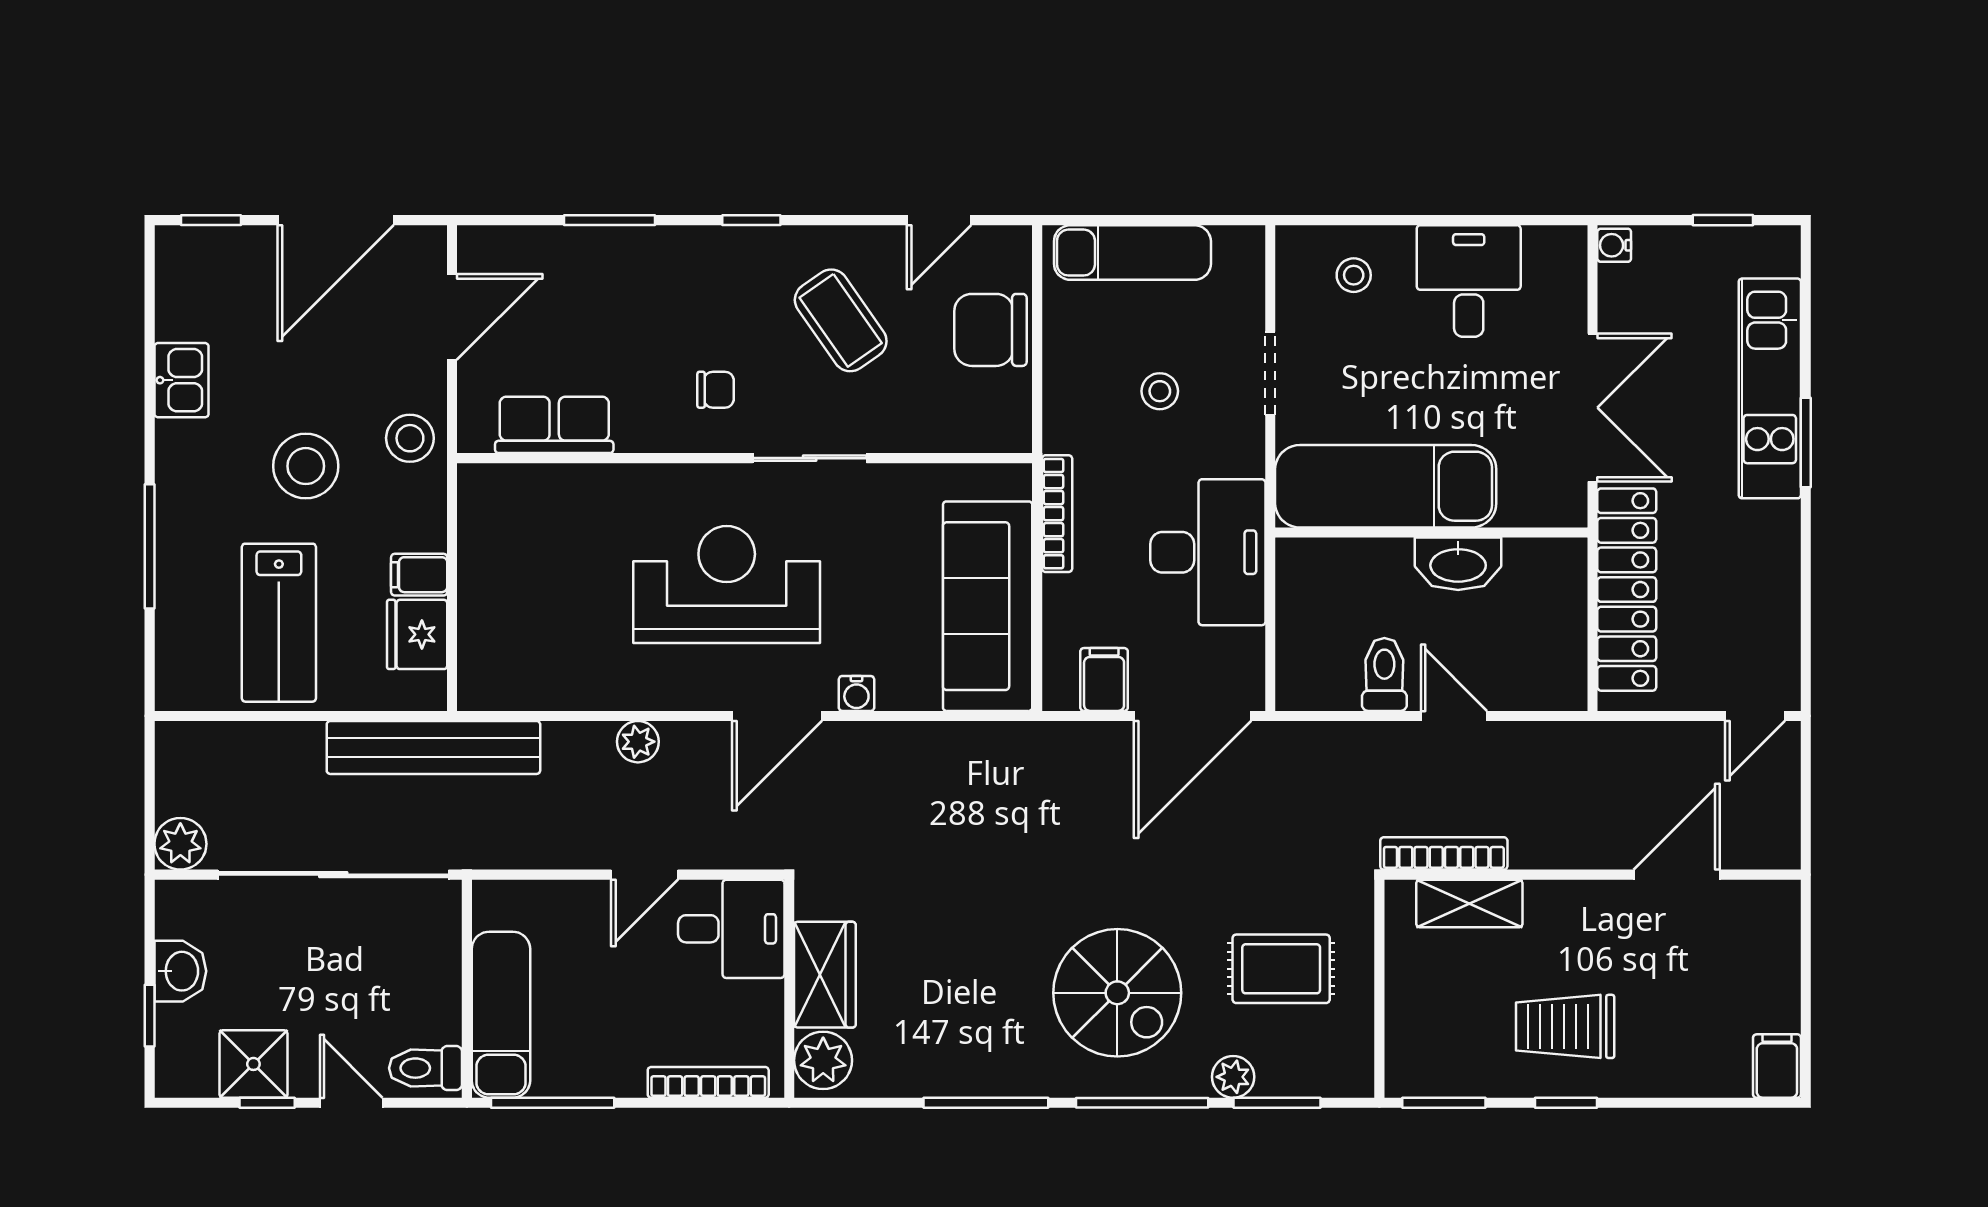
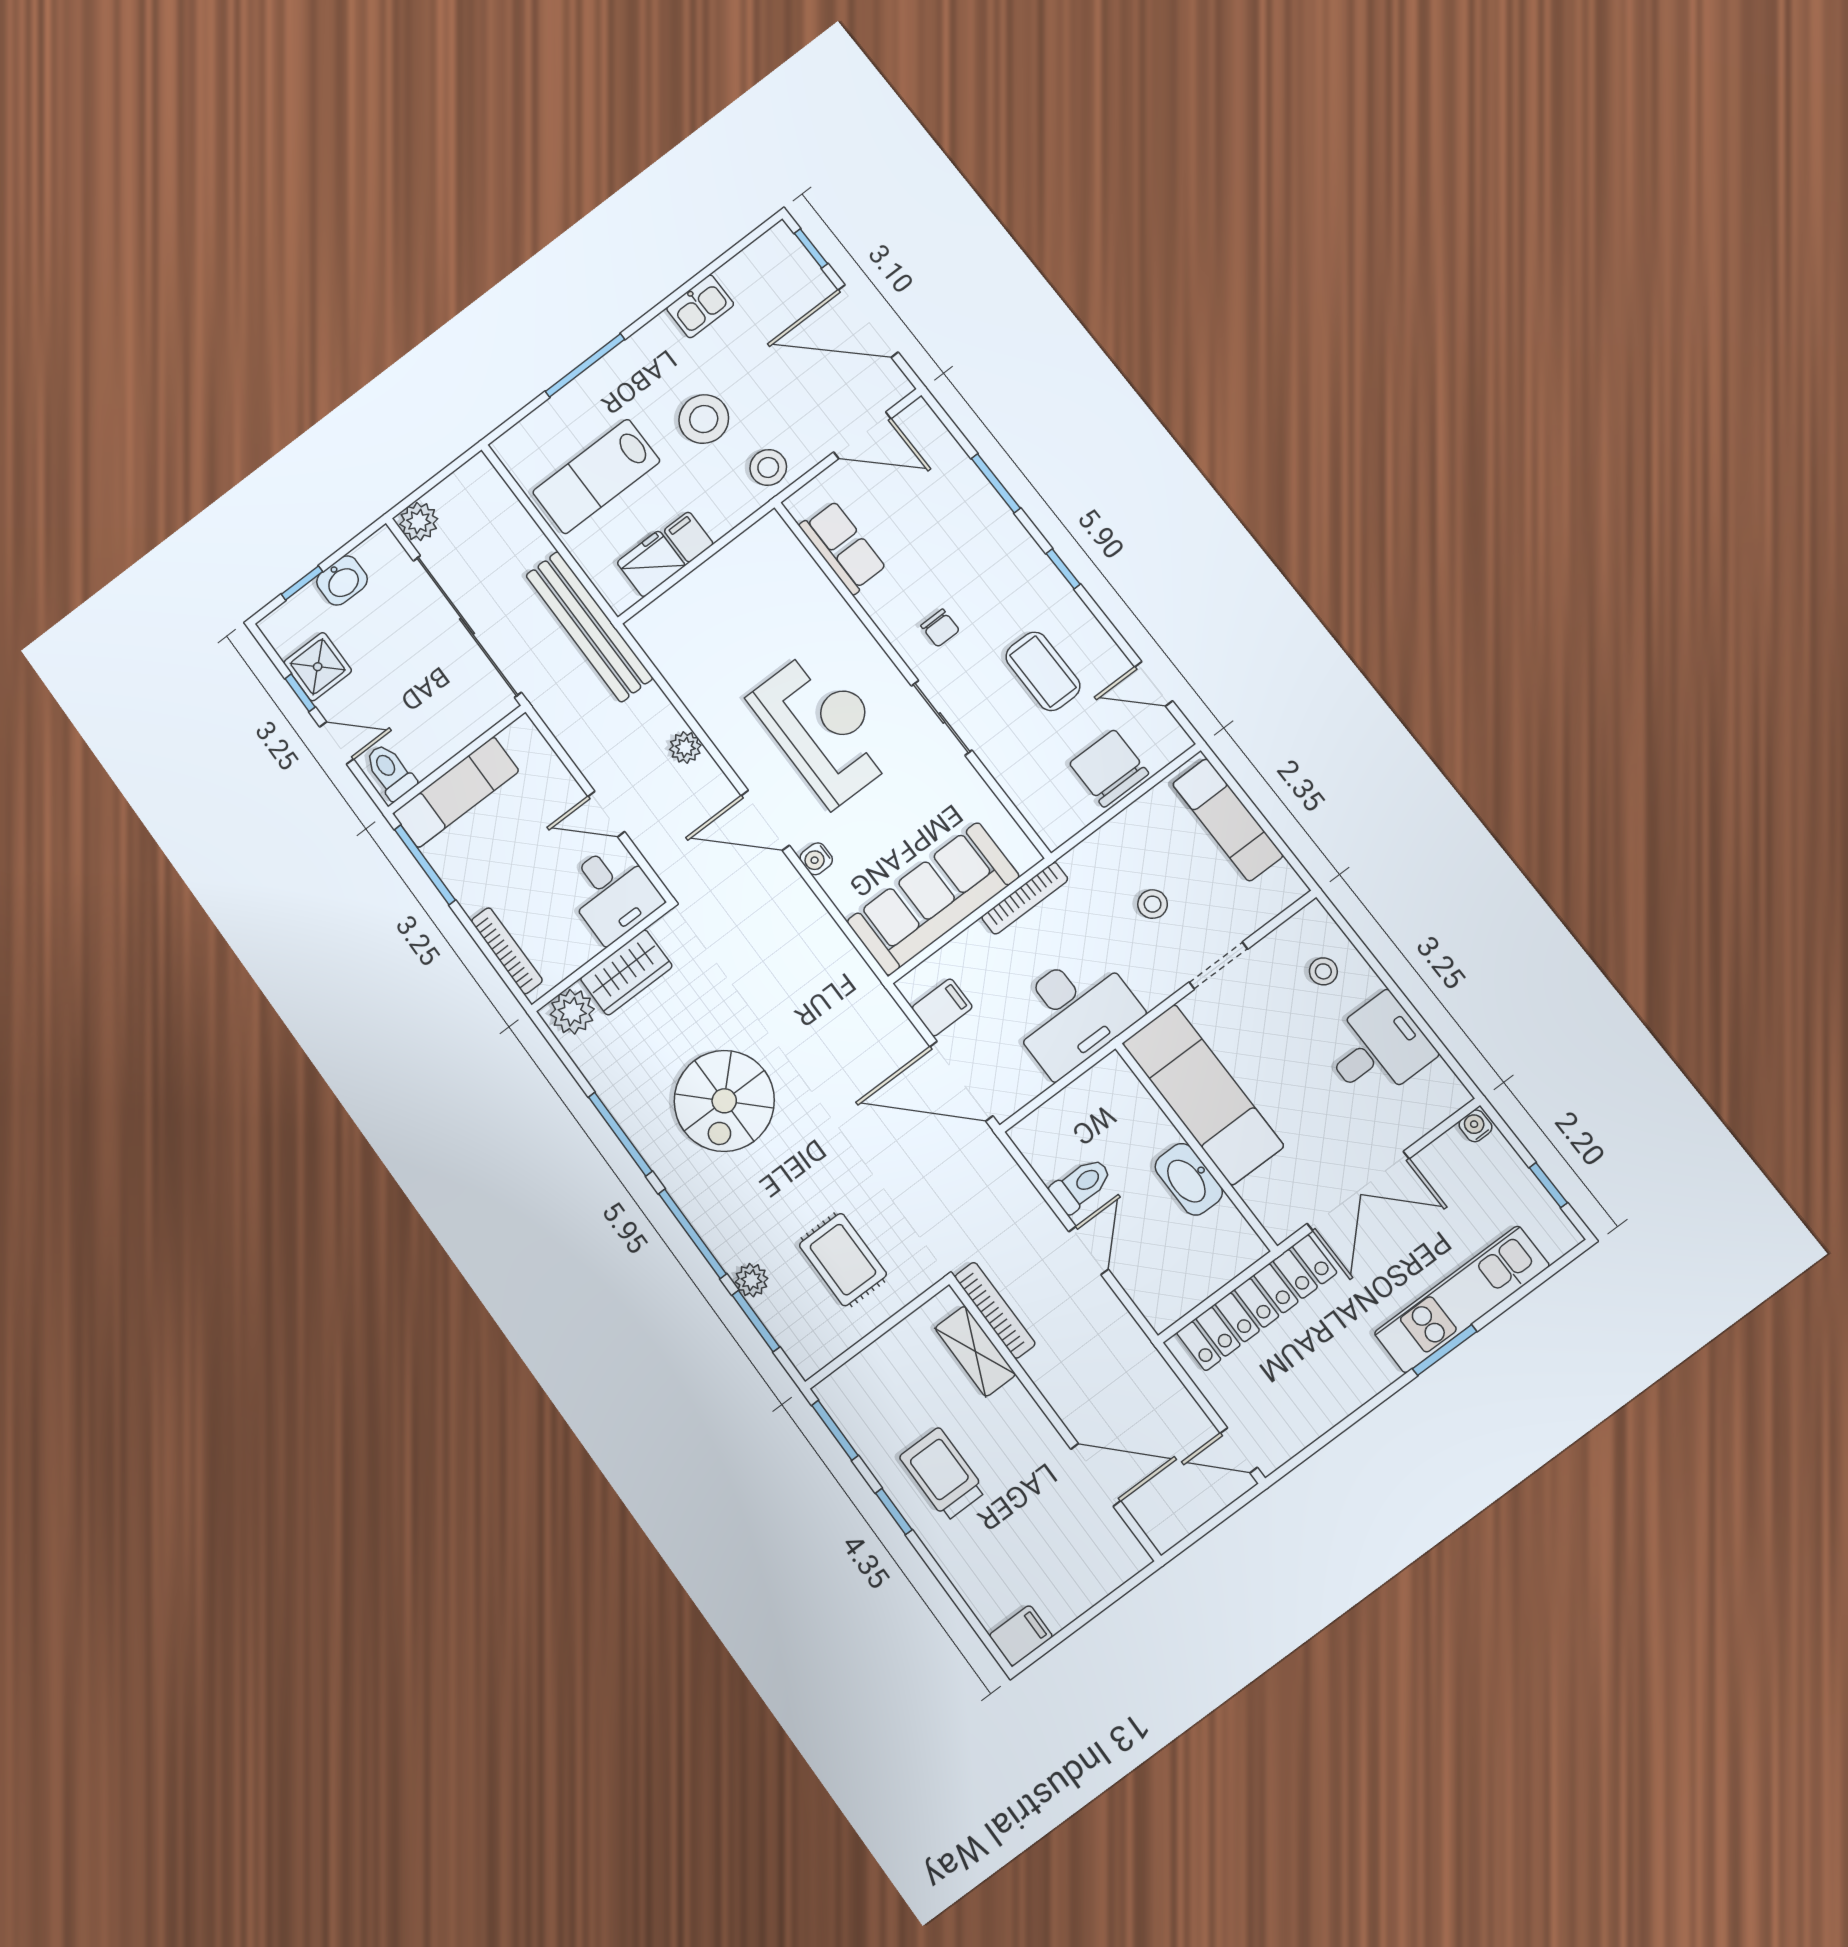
coffee table: (841, 320) -> (1043, 671), turned -55
spiral stairs: (1117, 993) -> (724, 1101), moved
door: (351, 1103) -> (337, 743), hinge flipped

